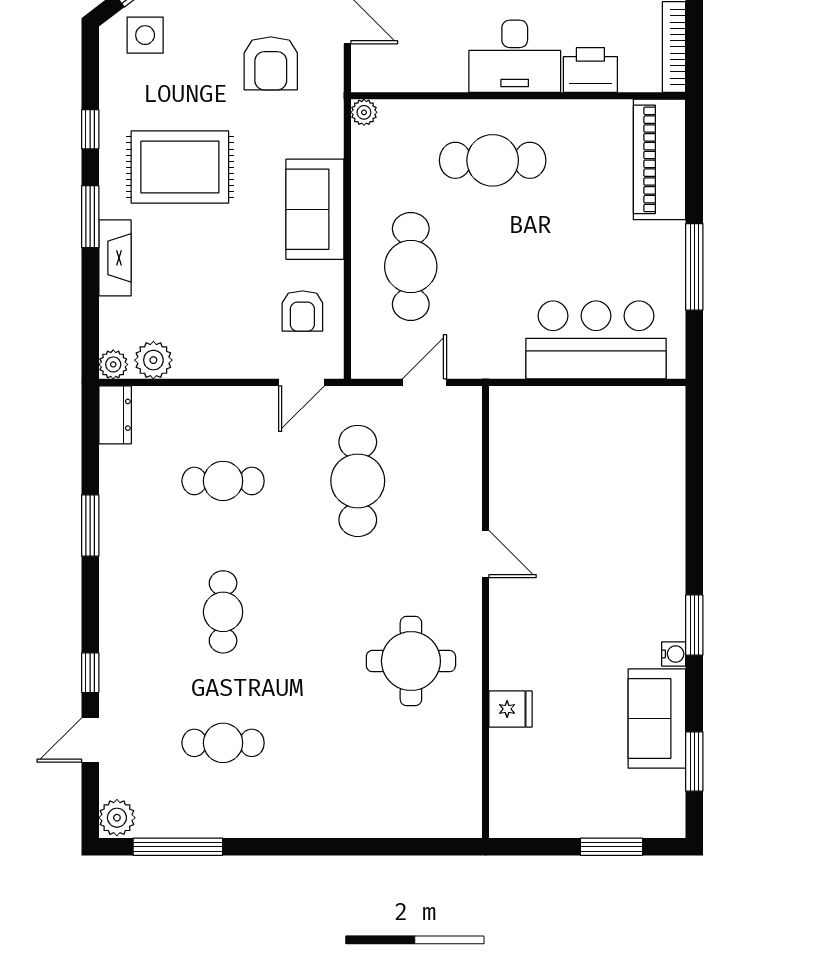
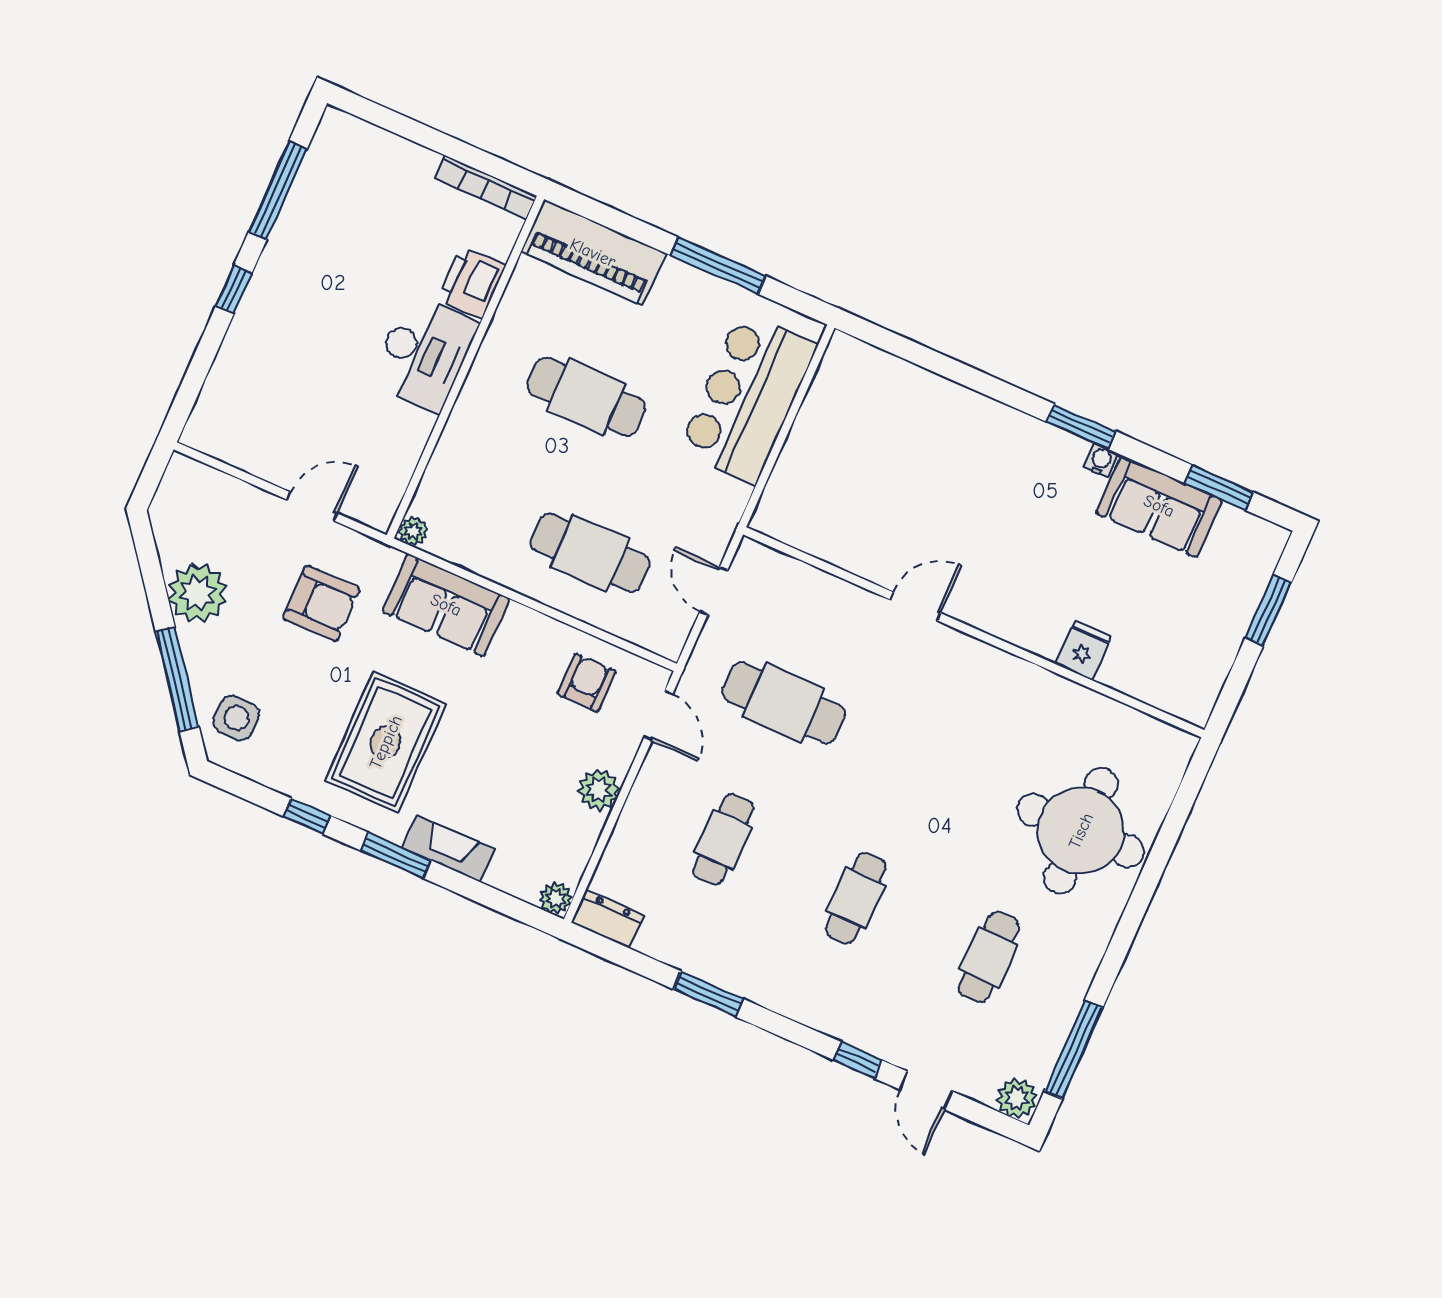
cafe table: (493, 160) -> (586, 397), moved, turned 90
sofa: (315, 209) -> (446, 605), moved
armchair: (302, 311) -> (587, 683), turned -90
plant: (153, 360) -> (599, 790), moved
cafe table: (223, 612) -> (856, 898), turned 90
round table: (411, 661) -> (1081, 831), moved, width x1.36, depth x1.36

